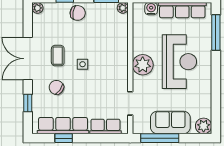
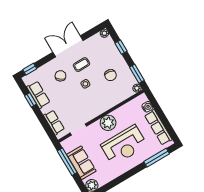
chair: (78, 13) -> (110, 75), moved
window: (28, 103) -> (30, 69), moved
row of seats: (63, 126) -> (38, 95), width x0.68

